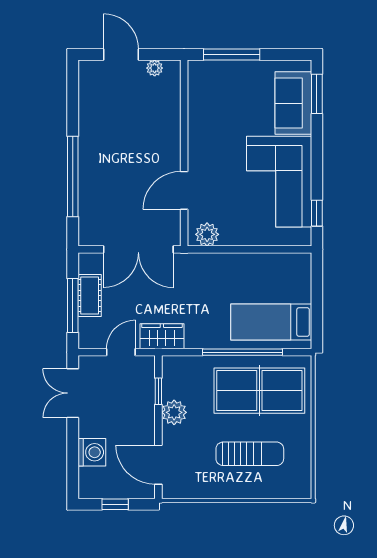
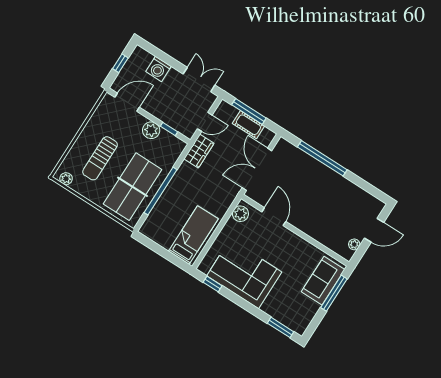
sofa: (293, 103) -> (323, 281), moved, turned -90
bed: (271, 322) -> (193, 235), moved
door: (121, 352) -> (205, 122), hinge flipped
plant: (302, 480) -> (66, 179), added

